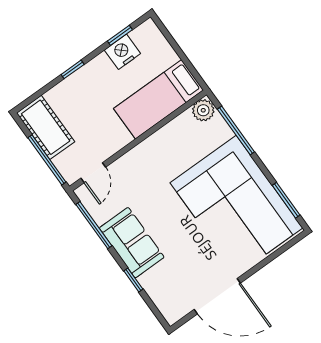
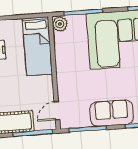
door: (93, 173) -> (57, 111), swing flipped

